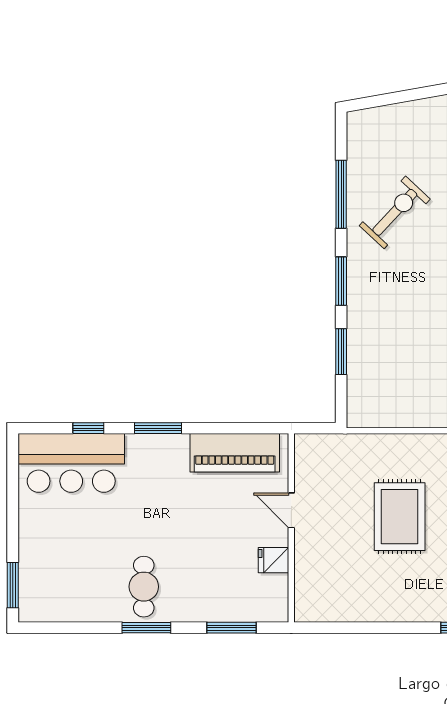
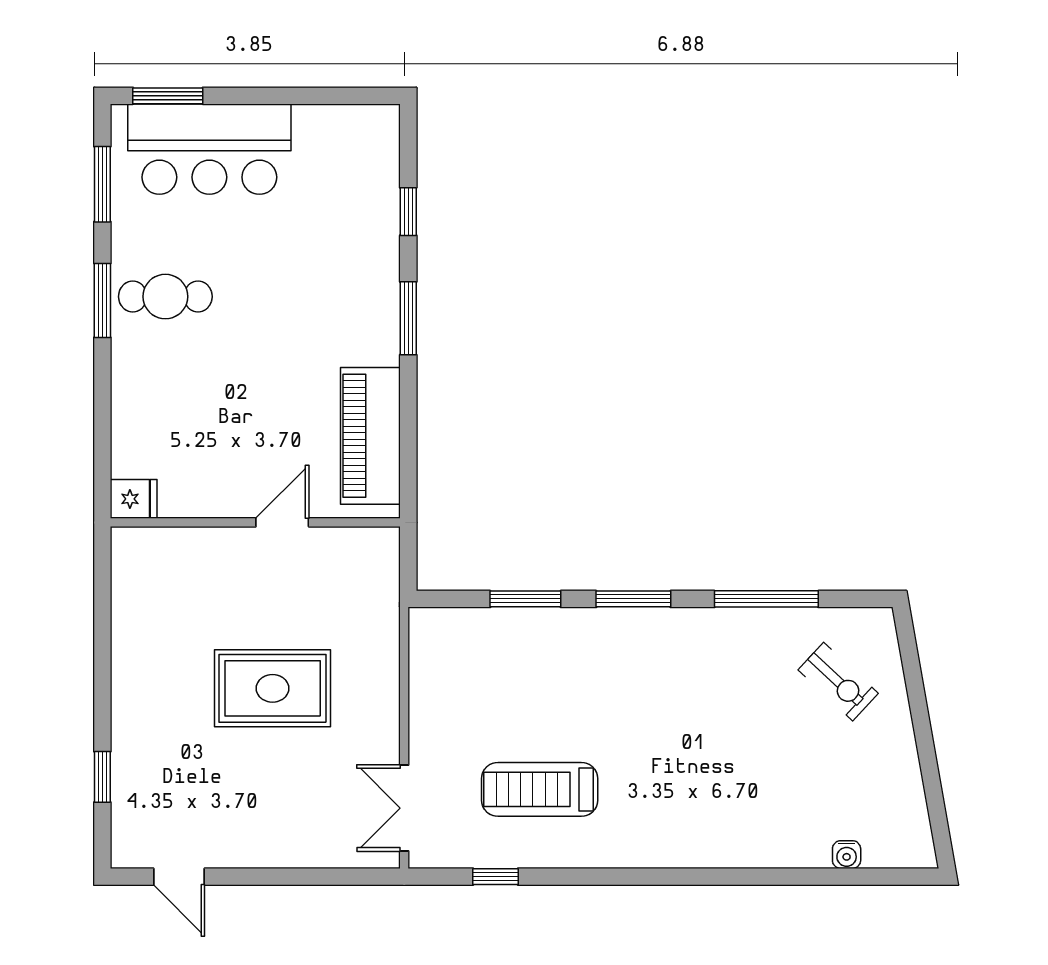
exercise bike: (395, 212) -> (838, 682), moved, width x0.73, depth x0.72
bar counter: (71, 463) -> (209, 149), moved, turned -90
fridge: (273, 560) -> (134, 499), moved, turned 90
window: (232, 628) -> (102, 184), moved

